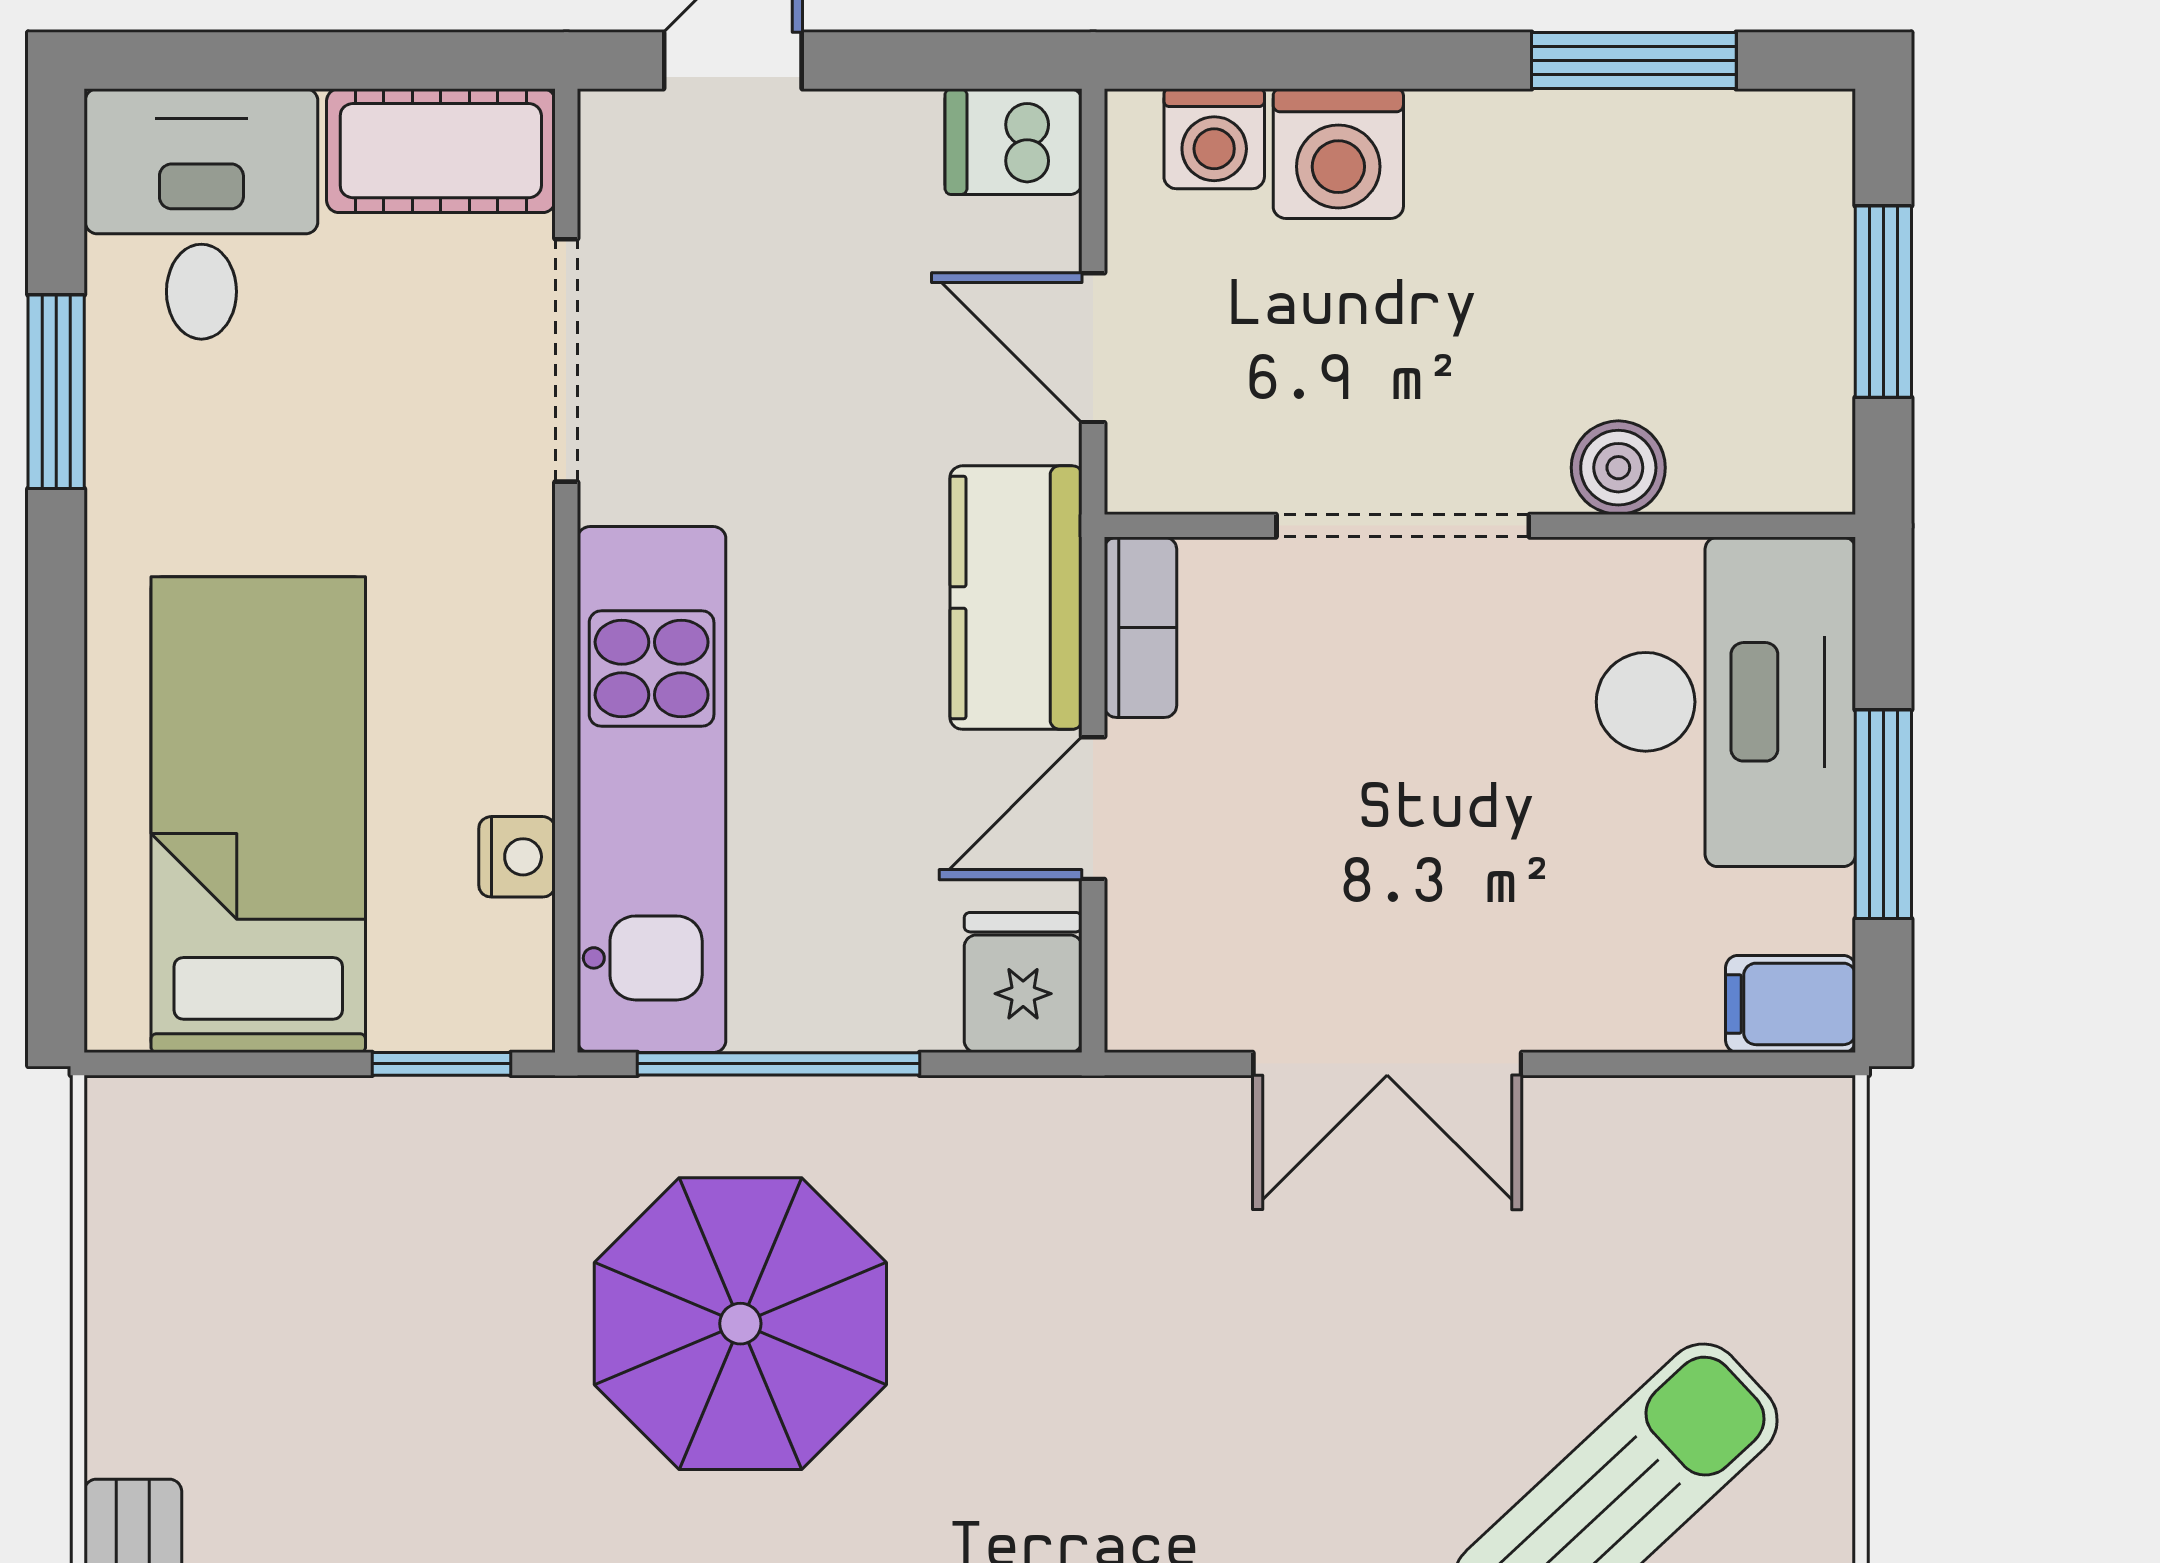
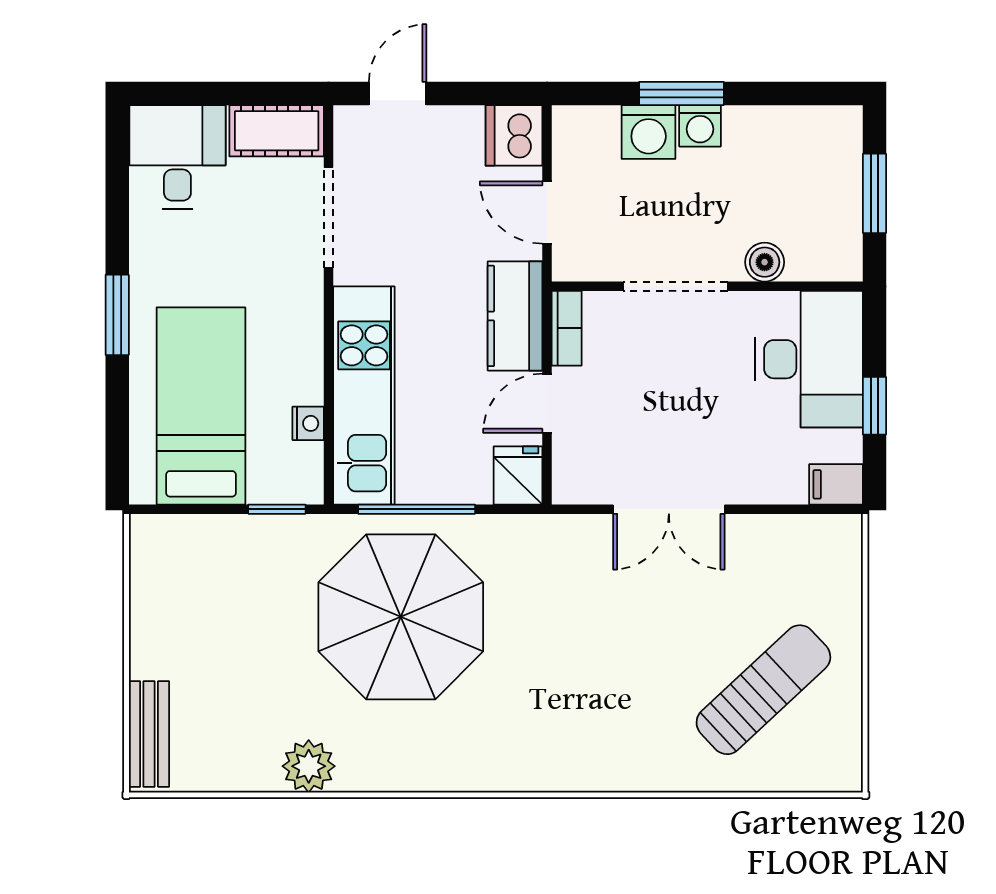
window: (1634, 61) -> (681, 93), moved
washing machine: (1214, 139) -> (700, 126), moved
dishwasher: (1013, 142) -> (514, 135), width x1.38
window: (56, 392) -> (117, 315), moved
window: (1883, 814) -> (874, 406), width x0.67
parasol: (740, 1324) -> (401, 617), width x1.36, depth x1.36

